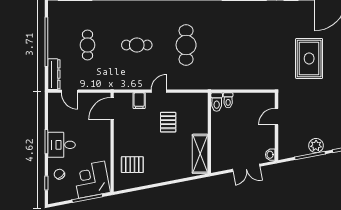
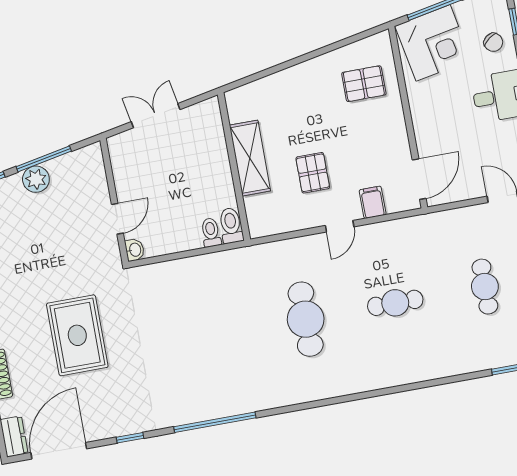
shelving: (200, 154) -> (250, 158), moved
washbasin: (270, 155) -> (135, 250), moved

